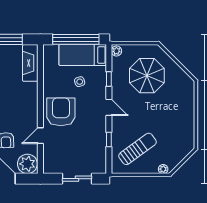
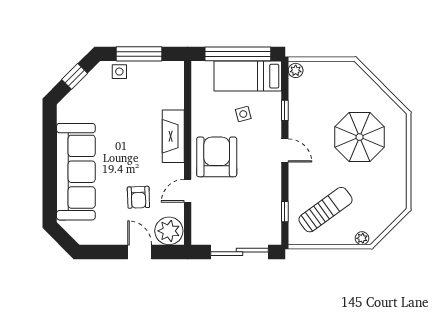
fireplace: (30, 63) -> (173, 136), moved
parasol: (147, 76) -> (360, 137), moved
window: (109, 139) -> (285, 212), moved
sliding door: (77, 179) -> (240, 252), width x1.37

